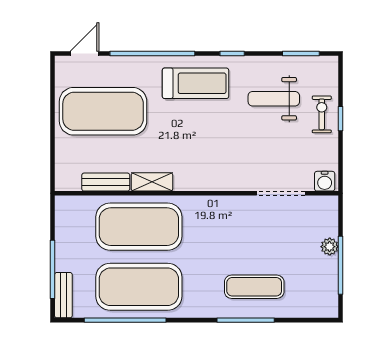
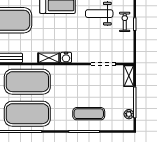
water cooler: (325, 181) -> (66, 57), moved
shelving: (152, 182) -> (49, 58), moved
shelving: (329, 216) -> (129, 76), added
plant: (330, 247) -> (129, 114), moved

